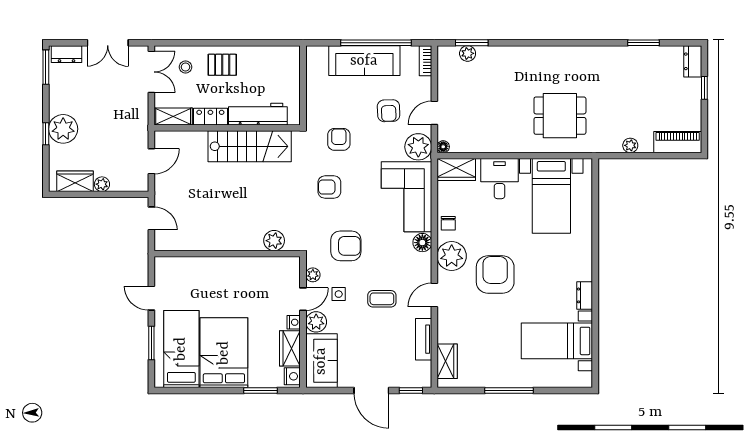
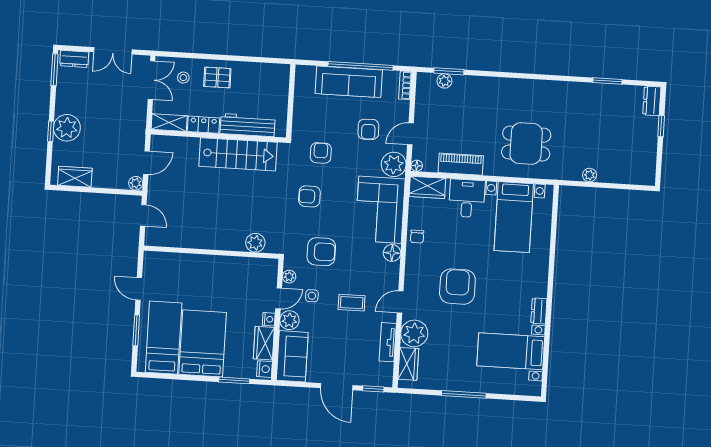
piano: (678, 142) -> (461, 164), moved
plant: (102, 184) -> (136, 183), moved
plant: (452, 256) -> (414, 333), moved

